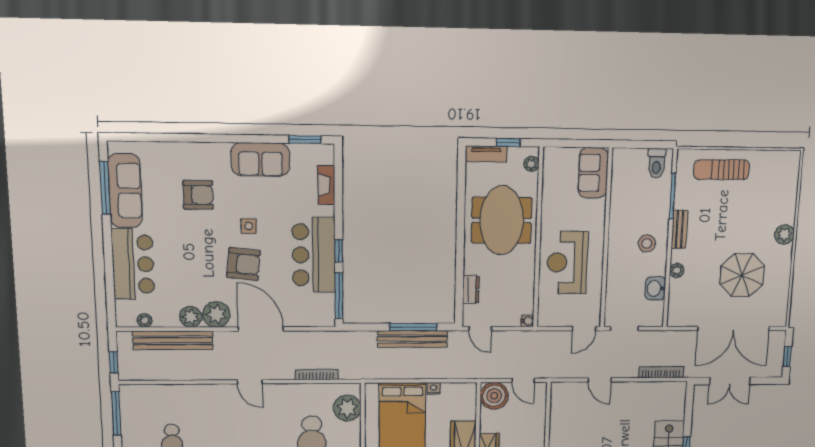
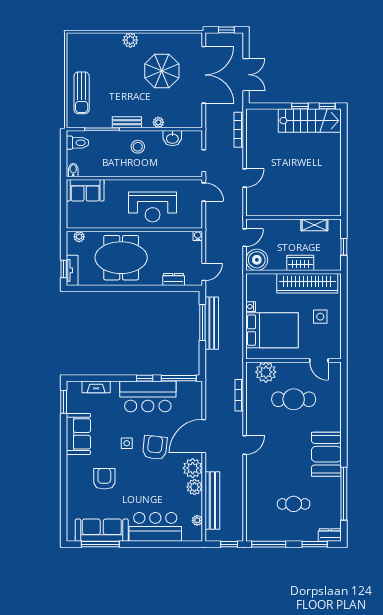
window: (508, 142) -> (64, 269), moved
bidet: (621, 157) -> (73, 170), added

